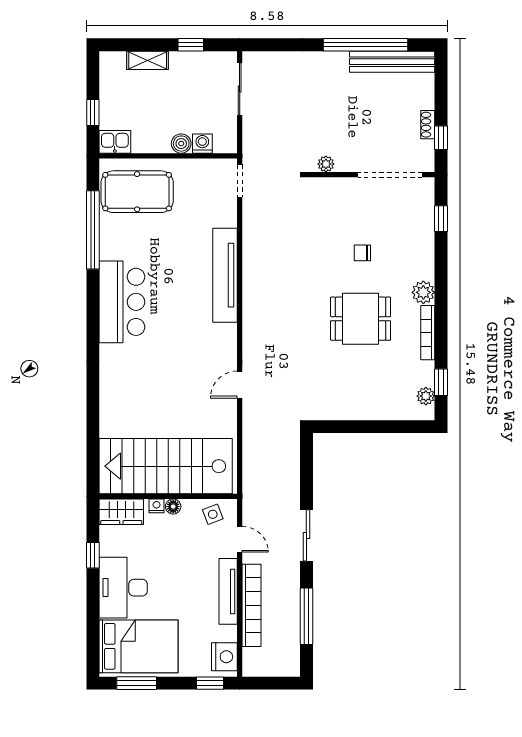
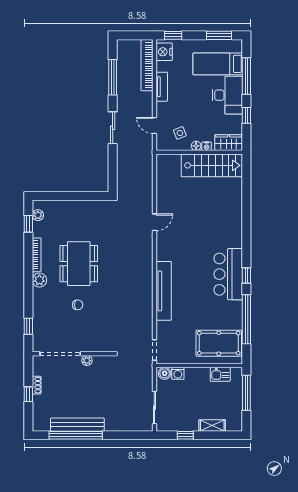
bench: (392, 62) -> (77, 425), moved
window: (93, 113) -> (246, 393), width x2.17
window: (441, 138) -> (28, 394), moved
kitchen sink: (115, 142) -> (220, 374), moved
boiler: (181, 144) -> (165, 373), moved
plant: (326, 164) -> (87, 361), moved
window: (93, 300) -> (246, 276), added
dining table: (361, 319) -> (79, 264), width x1.38
stairs: (166, 466) -> (212, 165), width x0.73, depth x0.66
side table: (213, 514) -> (180, 133), moved
tv unit: (228, 591) -> (162, 87), width x0.71
bookcase: (252, 605) -> (147, 65), moved
window: (93, 618) -> (246, 76), added
bed: (139, 646) -> (218, 64), width x0.67

